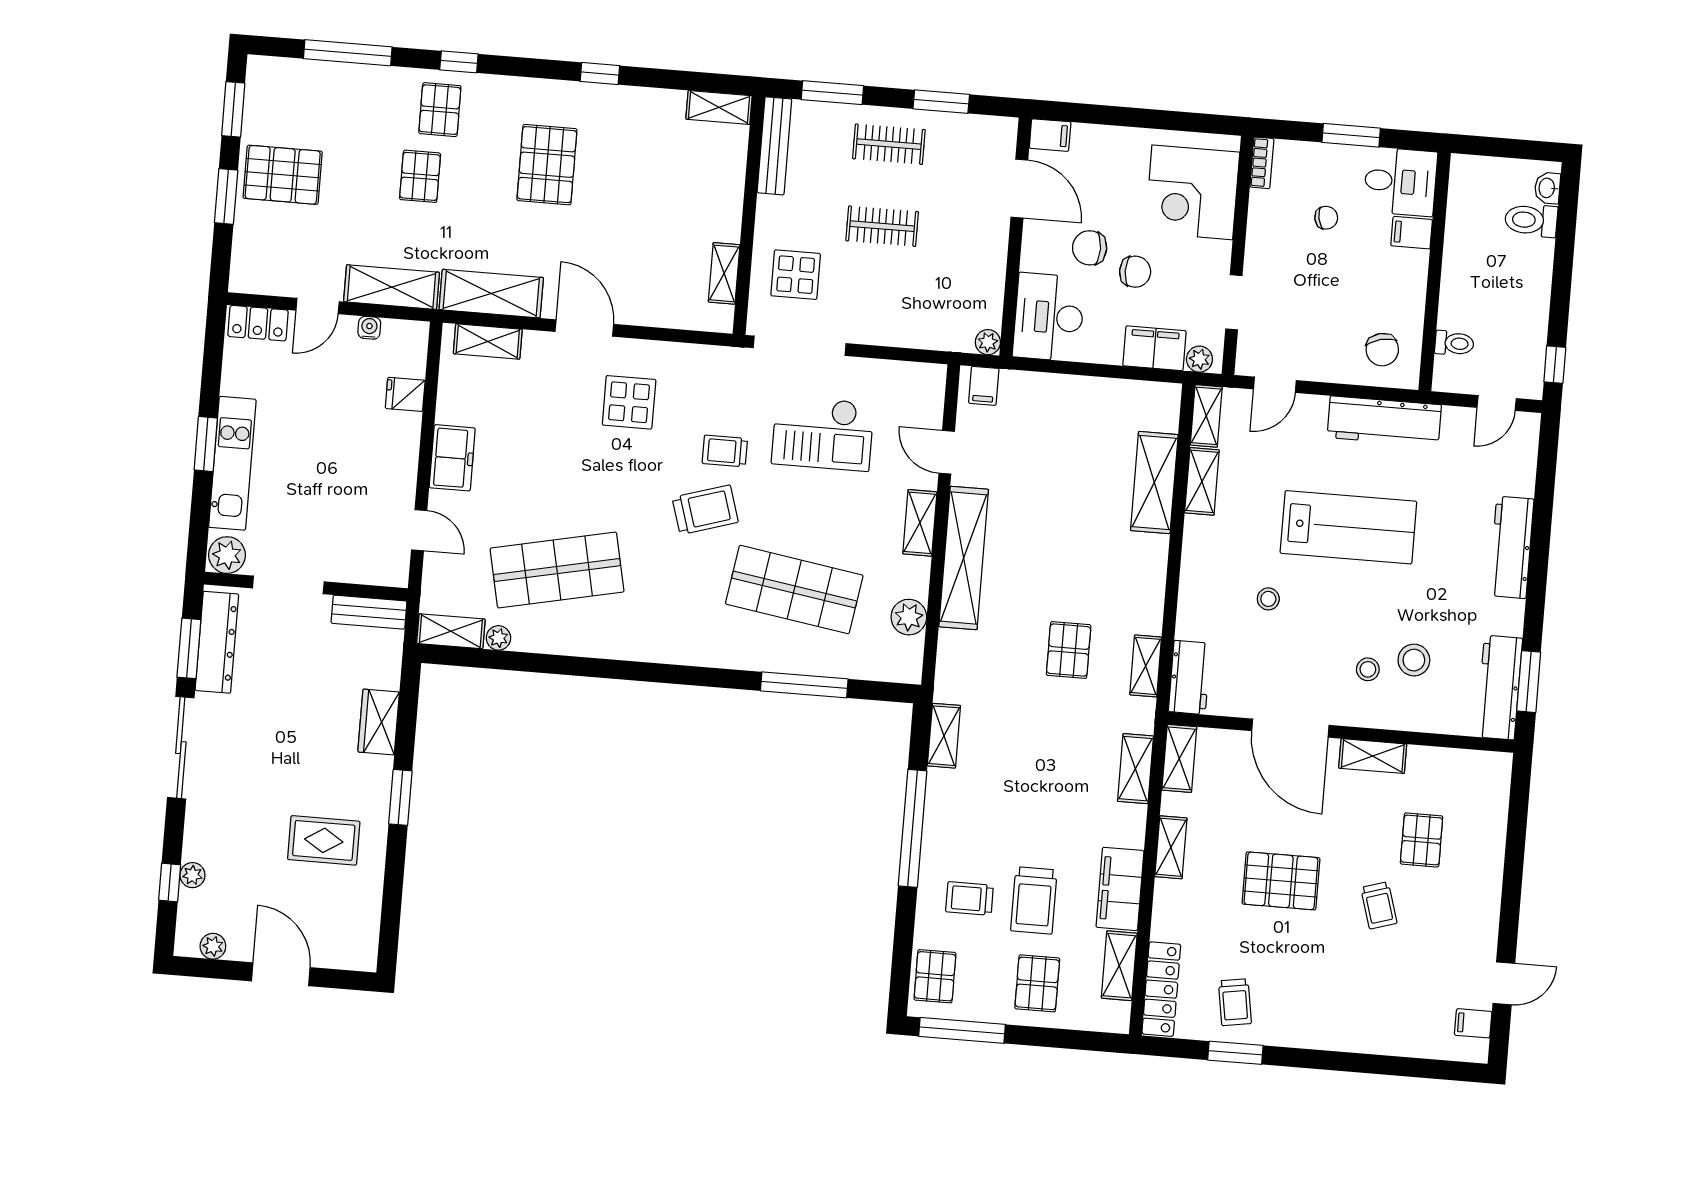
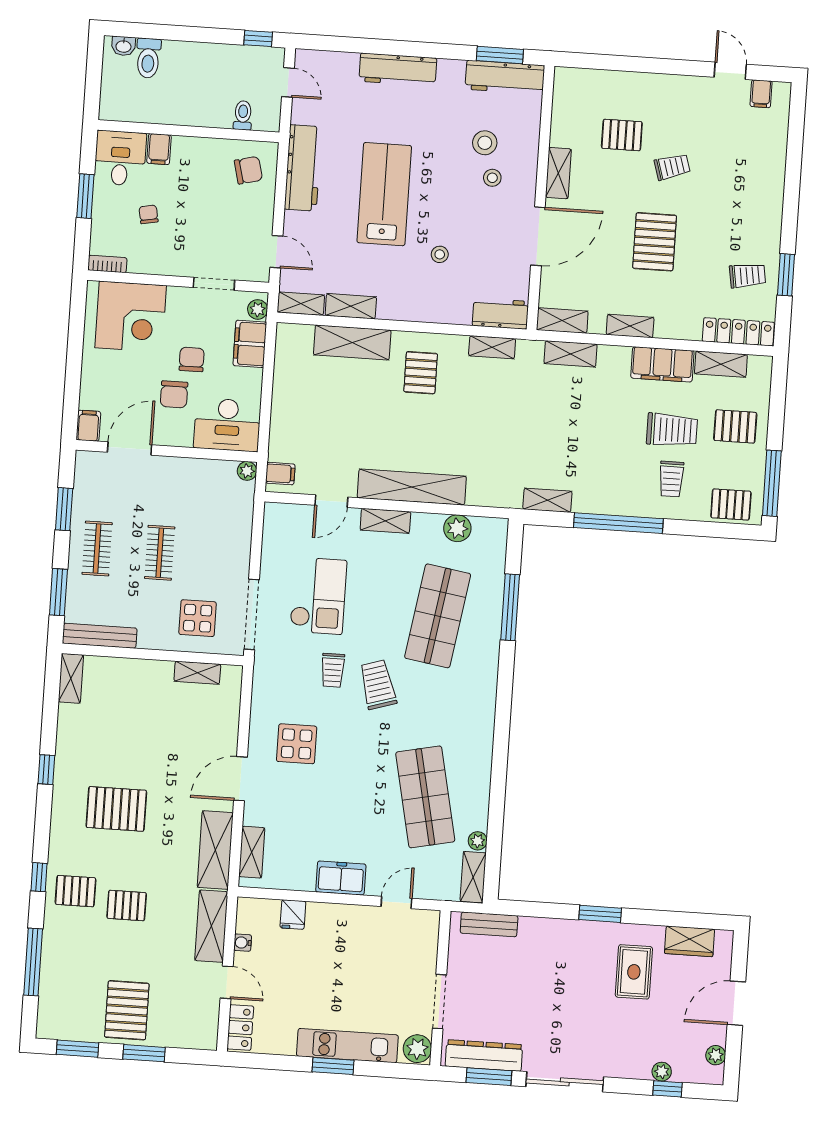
bench: (369, 612) -> (489, 924), moved, turned 90
pallet: (1069, 650) -> (421, 373), moved, turned 90
wardrobe: (379, 722) -> (690, 941), moved

